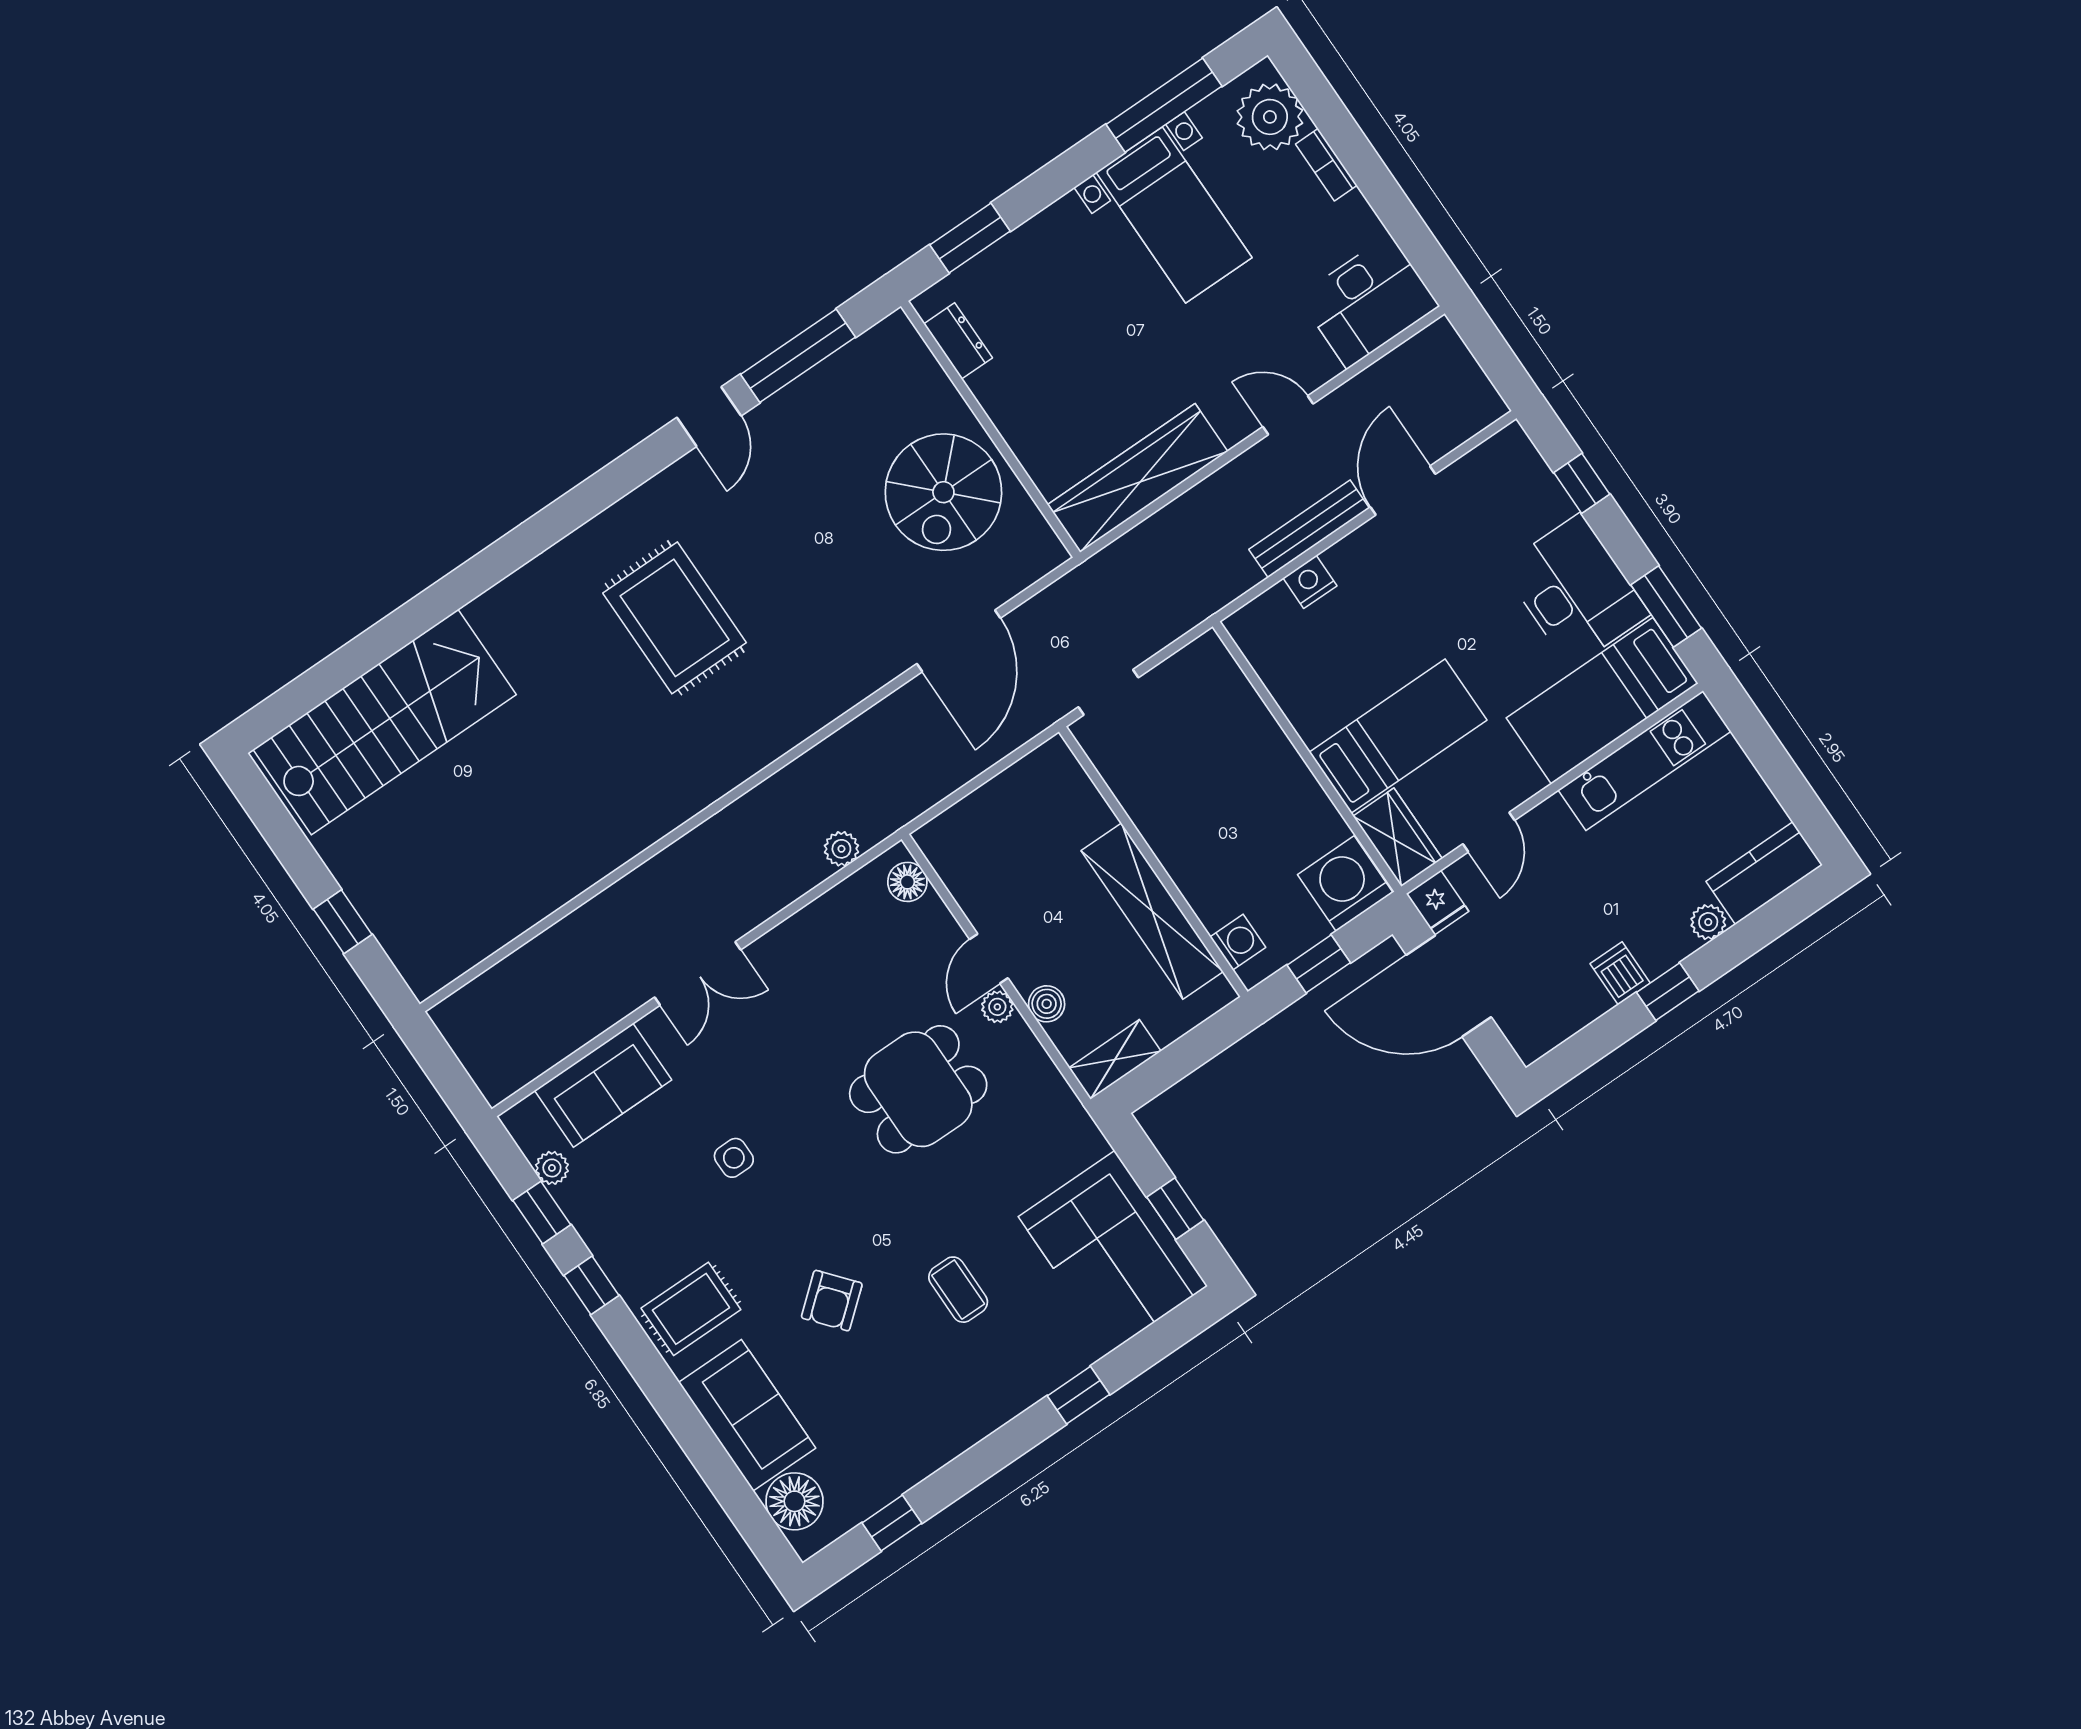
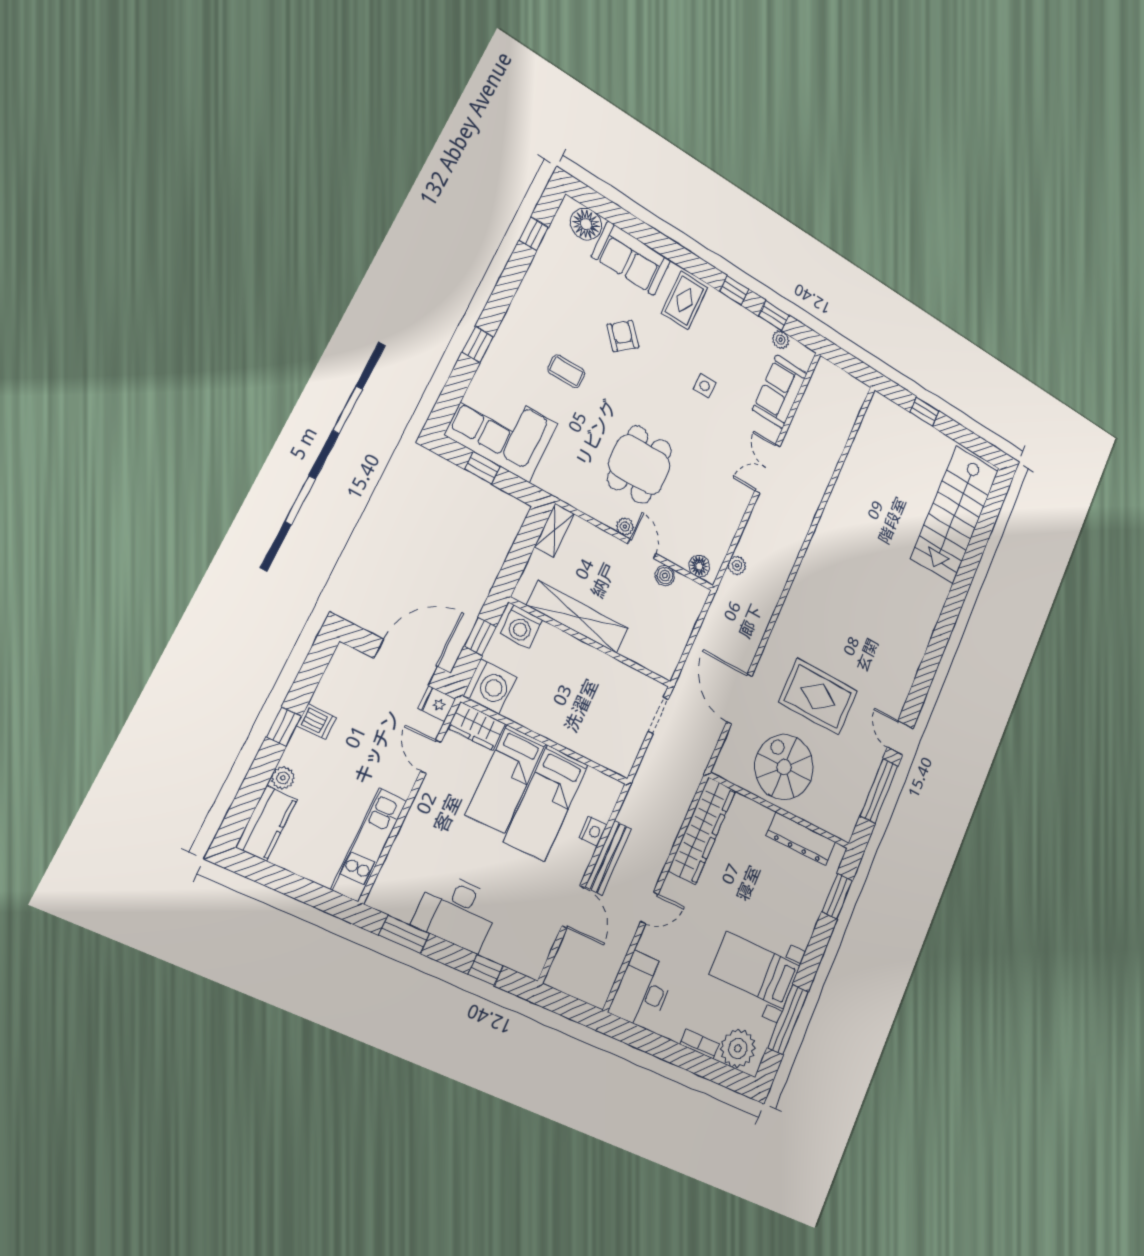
dresser: (958, 341) -> (801, 839), width x1.96, depth x1.24
rug: (675, 618) -> (818, 696), moved
bed: (1602, 701) -> (546, 803), moved, turned 180
washing machine: (1238, 942) -> (521, 627), width x1.38, depth x1.38
boiler: (1047, 1004) -> (665, 576), moved

